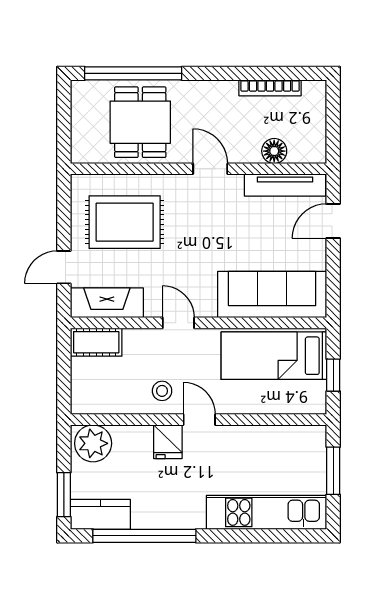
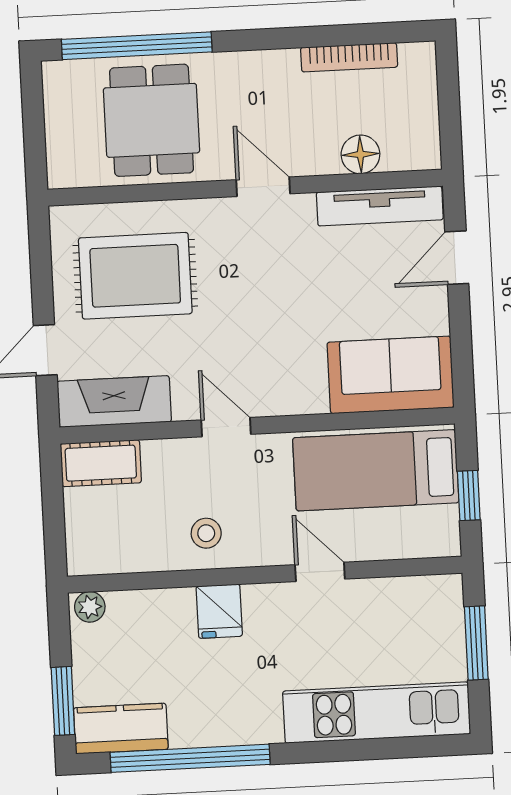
sofa: (272, 295) -> (391, 375), width x0.73
door: (199, 420) -> (320, 572), moved
plant: (93, 443) -> (90, 607), width x0.53, depth x0.53

